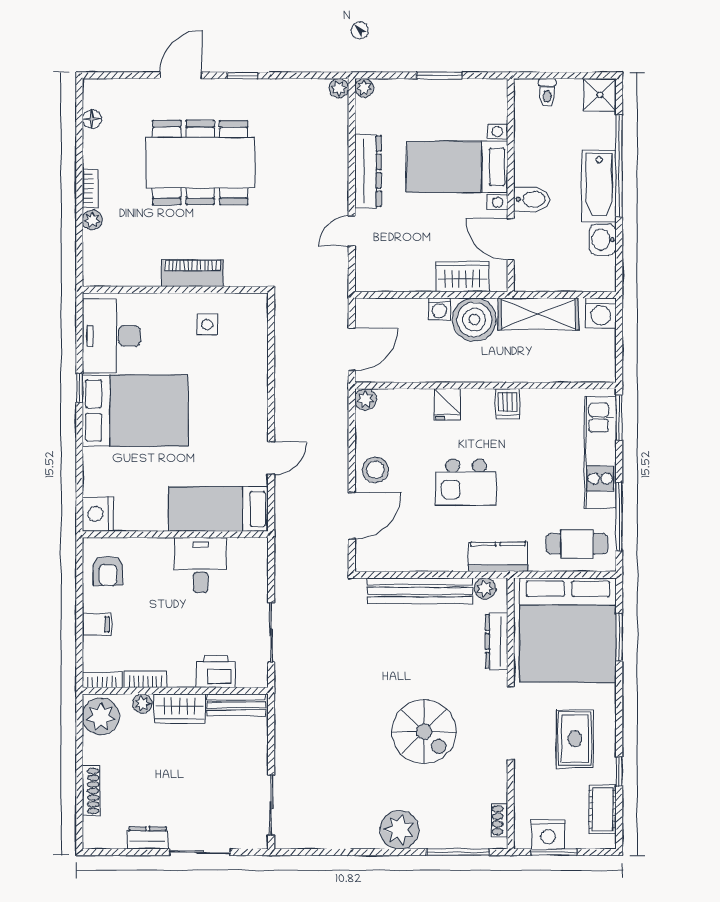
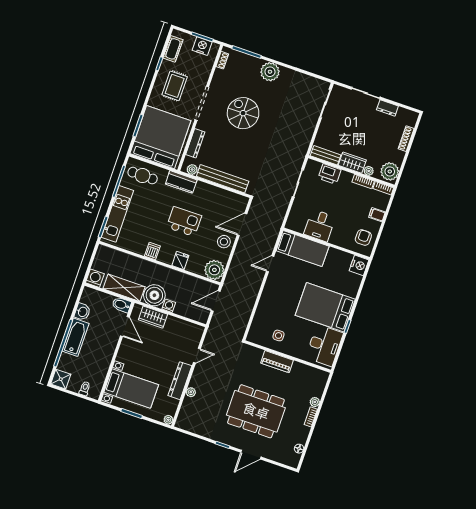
plant: (339, 88) -> (191, 392), moved
bed with nightstands: (457, 167) -> (131, 389), moved
bidet: (532, 199) -> (122, 305), moved
plant: (366, 399) -> (214, 270), width x1.88, depth x1.88

